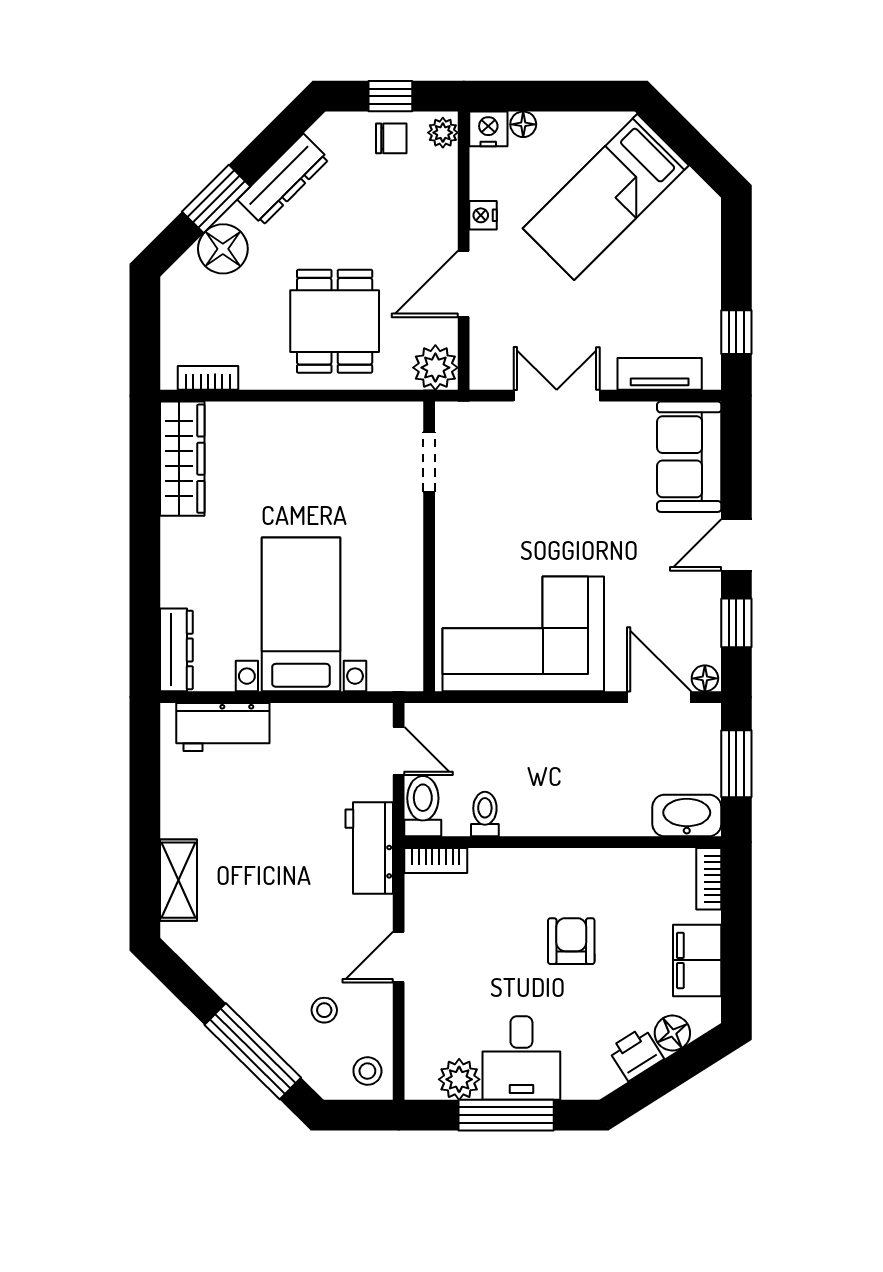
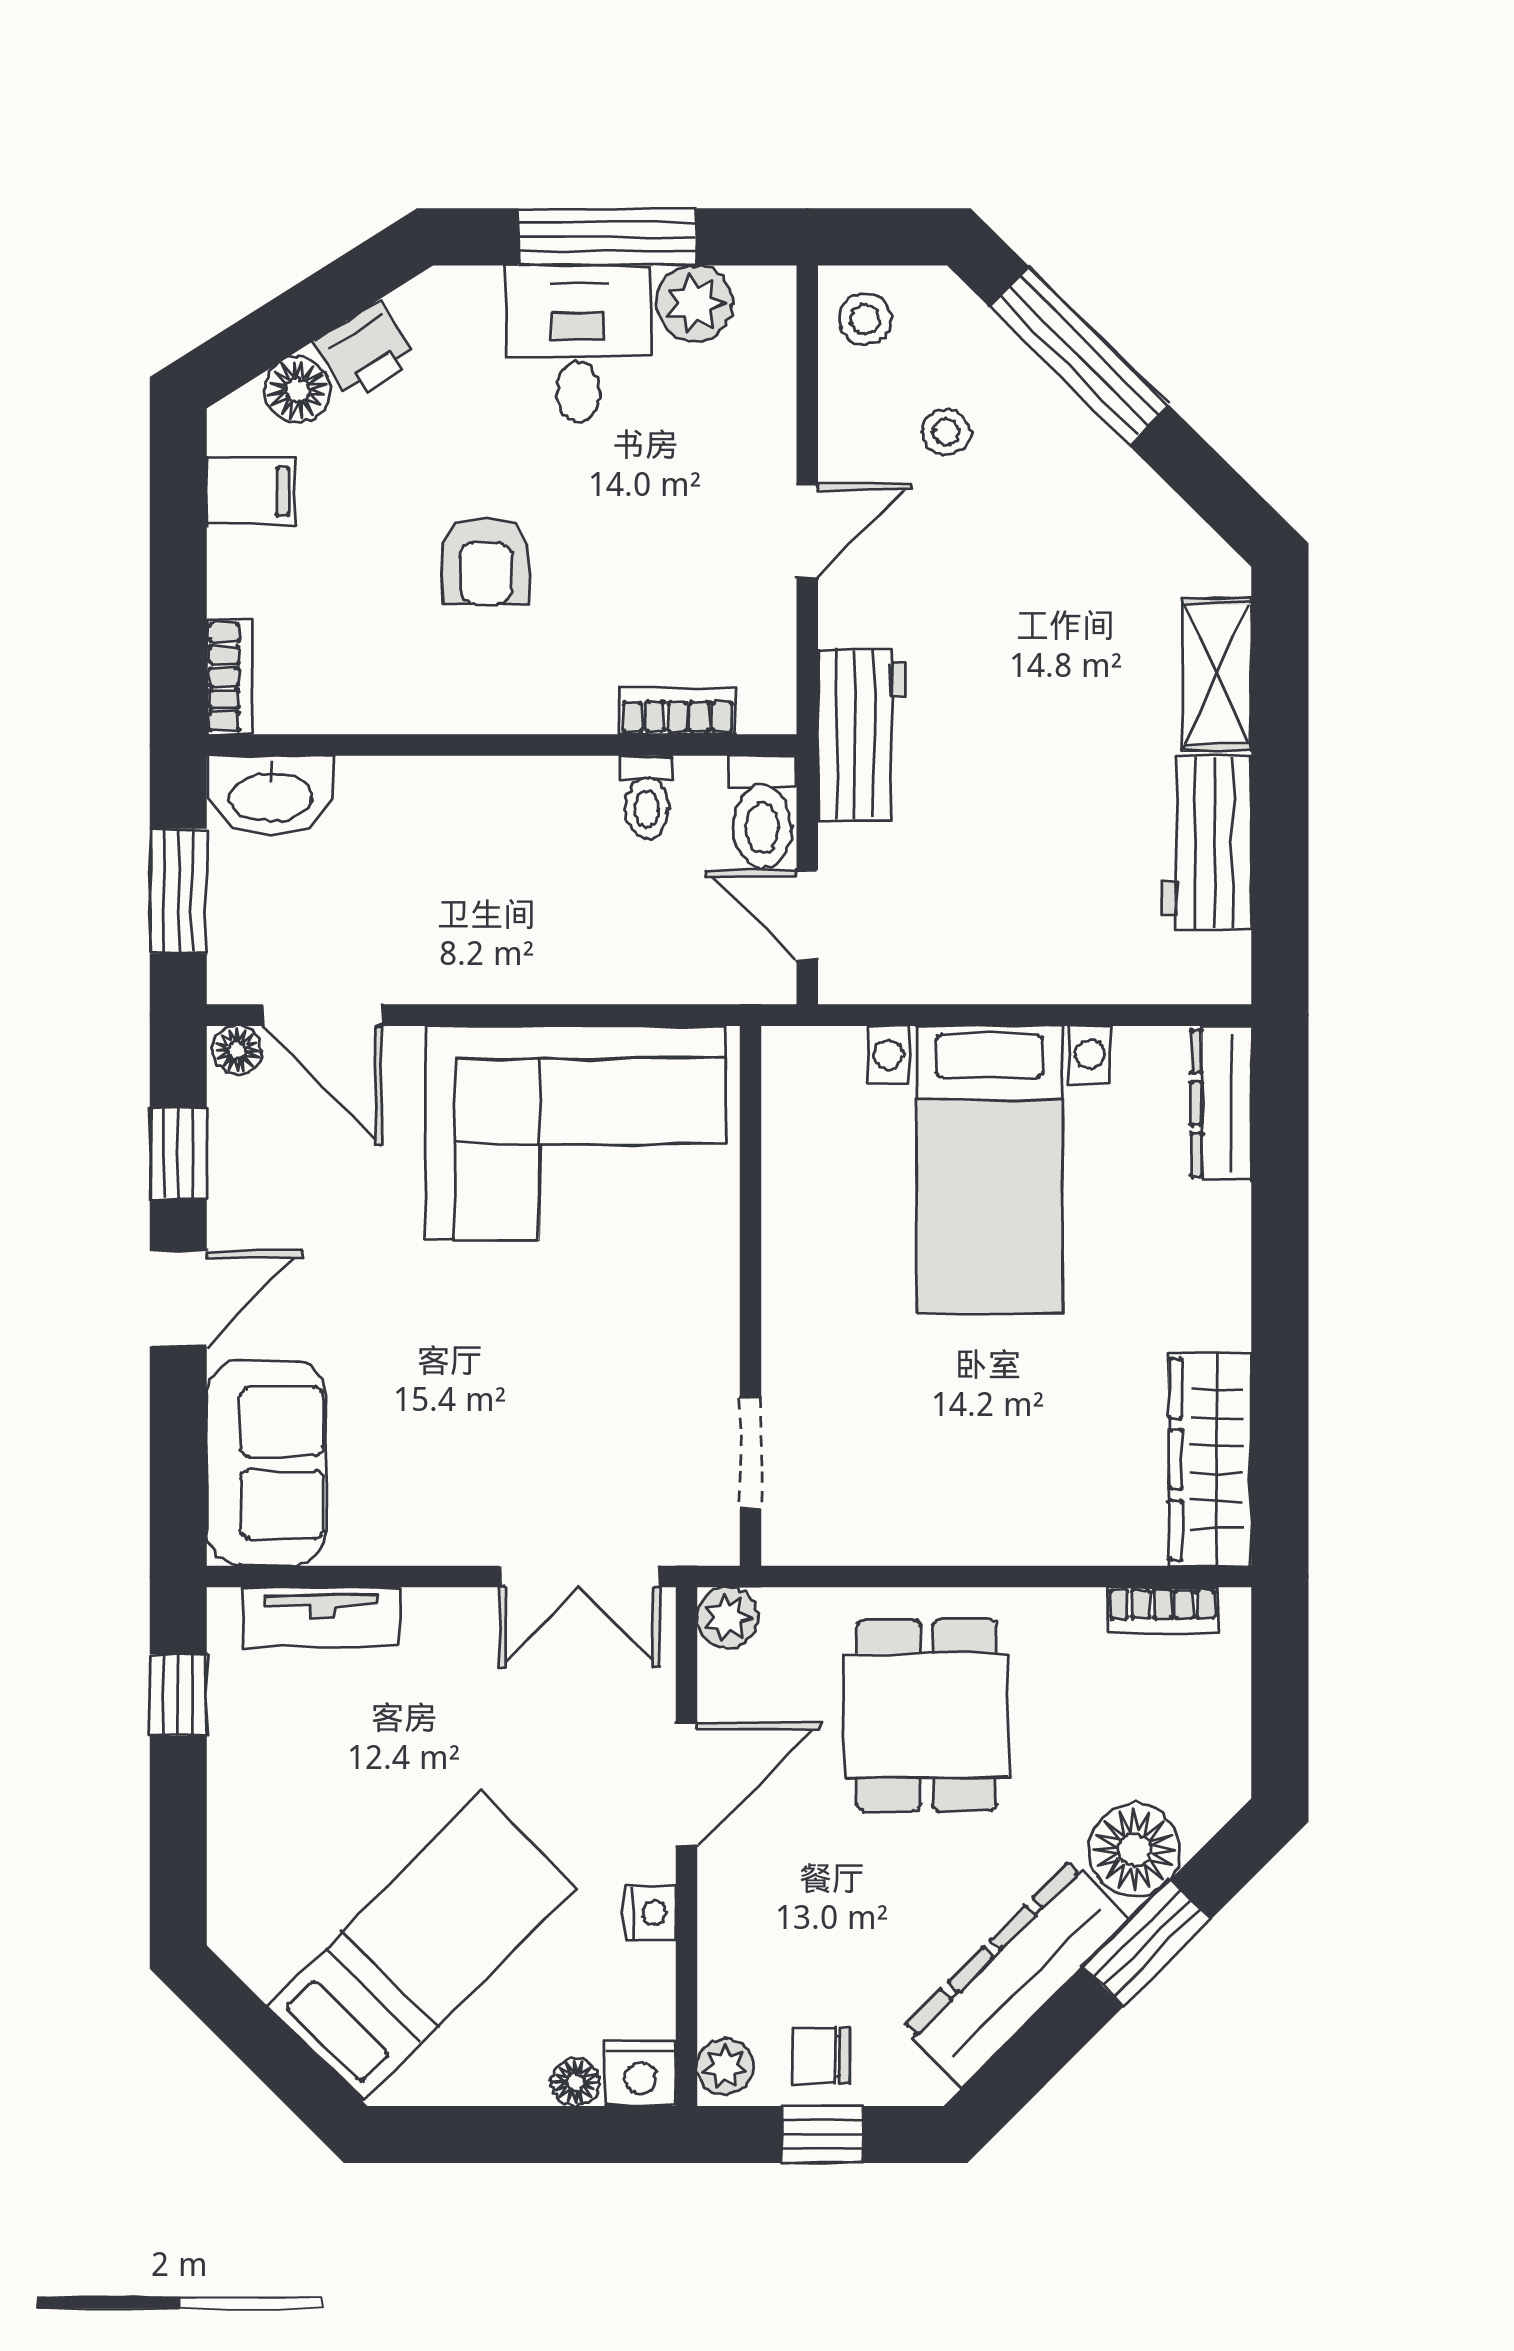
dresser: (283, 180) -> (1016, 1973), width x1.37, depth x1.24
plant: (435, 368) -> (727, 1618), width x0.73, depth x0.73
double door: (557, 396) -> (580, 1577), moved
workbench: (223, 727) -> (1207, 843), moved, turned -90
bookcase: (436, 861) -> (677, 711), moved
filing cabinet: (697, 960) -> (251, 491), width x0.50

